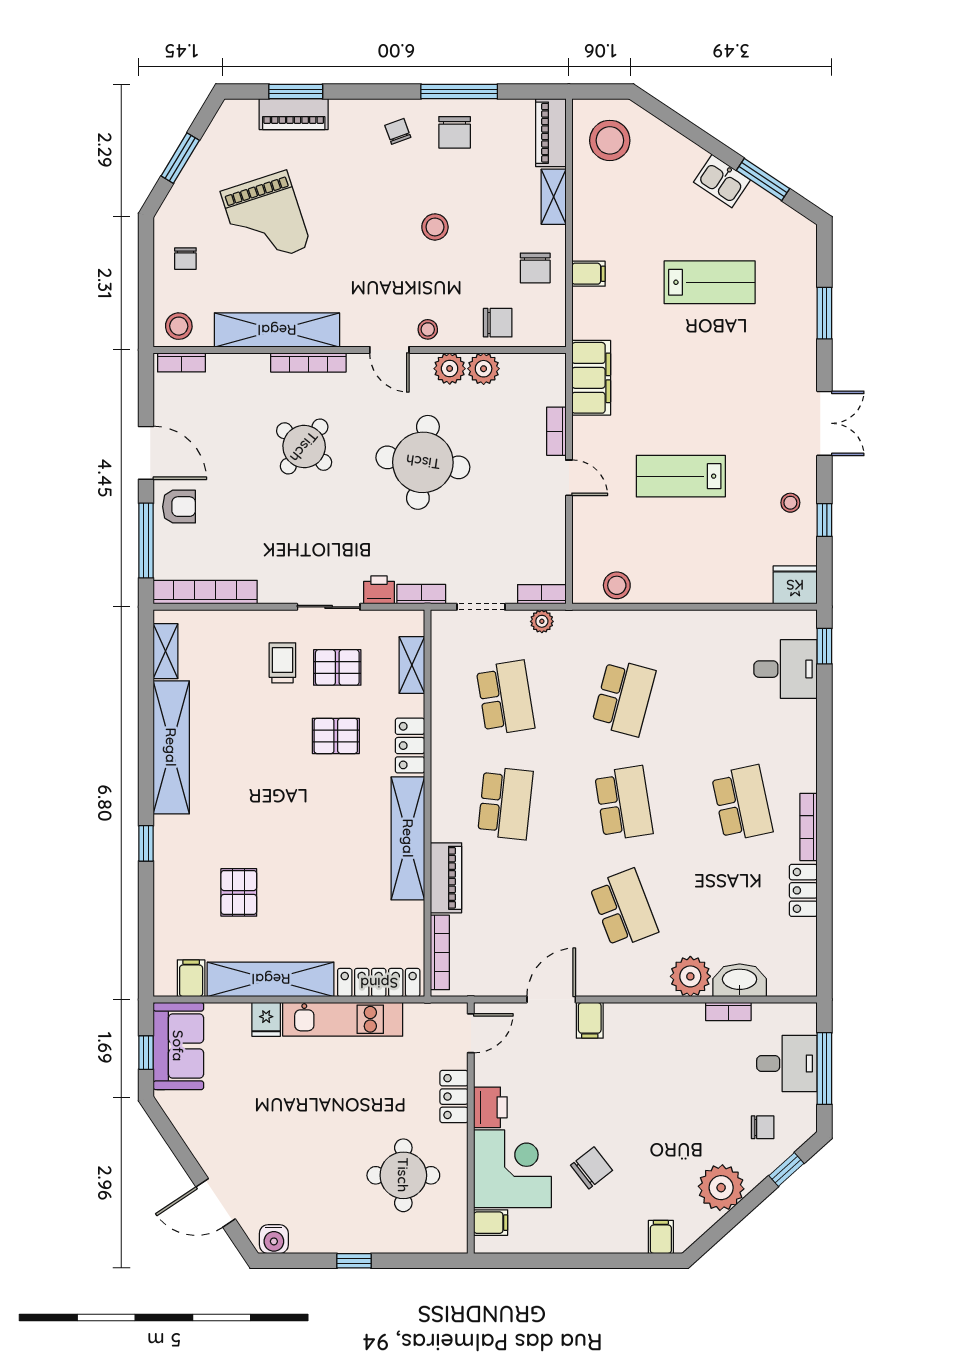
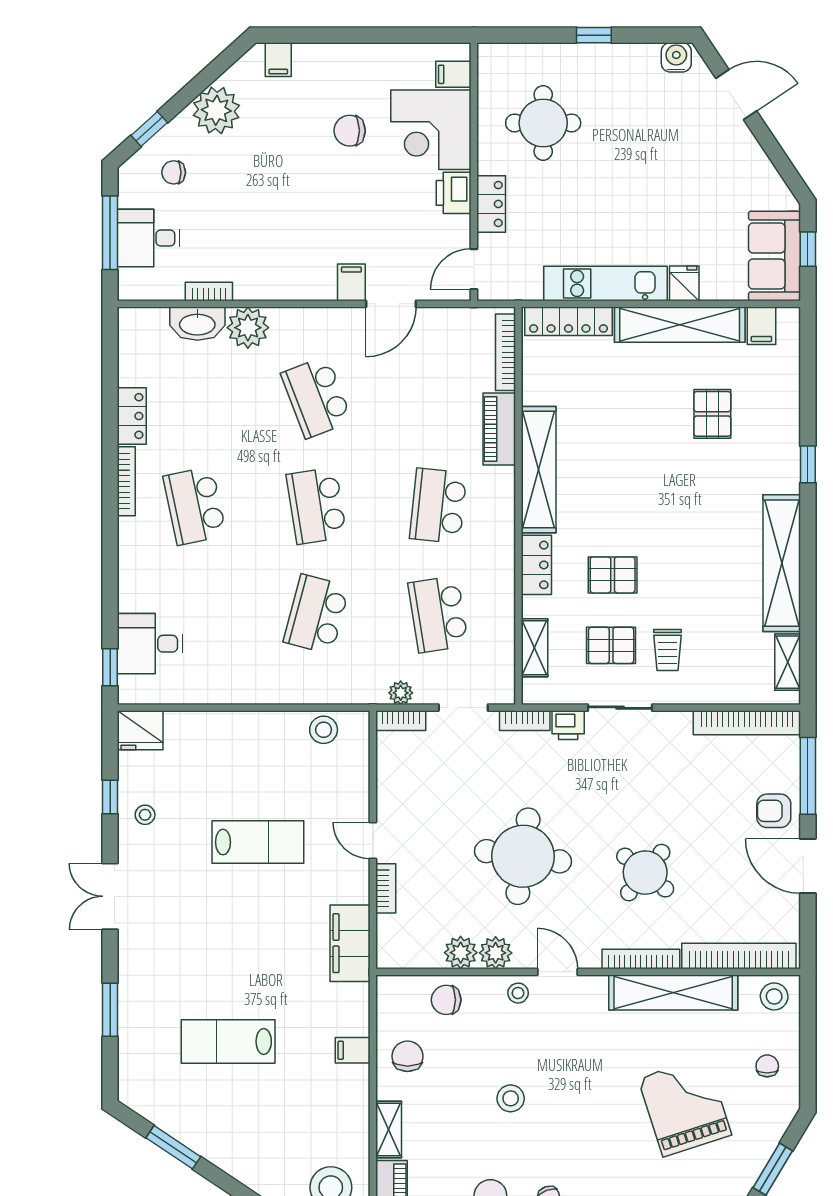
kitchen sink: (722, 181) -> (215, 1146), removed
bookcase: (182, 362) -> (739, 956), width x2.31, depth x1.31
chair: (591, 1168) -> (350, 131), turned 38

